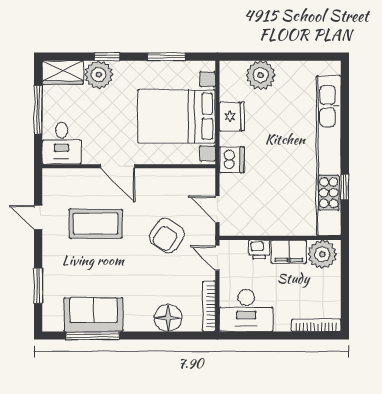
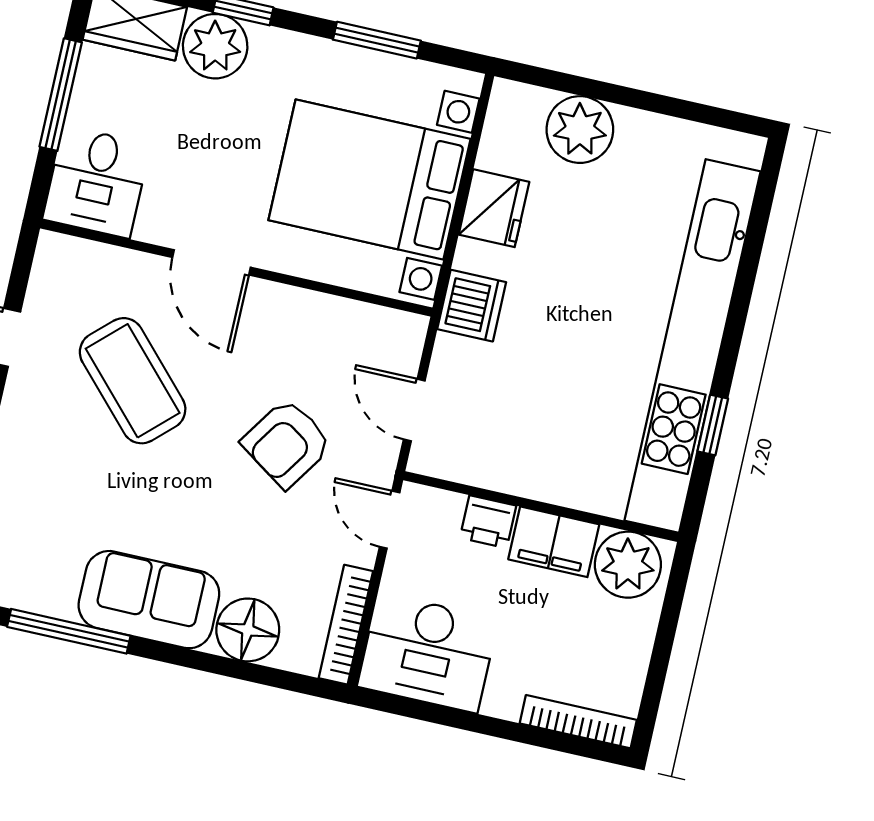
coffee table: (96, 224) -> (133, 381), turned 47
sofa: (93, 315) -> (149, 600), moved

